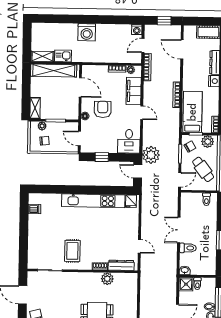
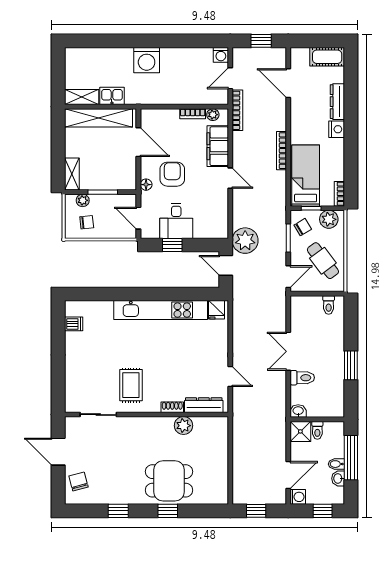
desk: (129, 141) -> (176, 221), moved

